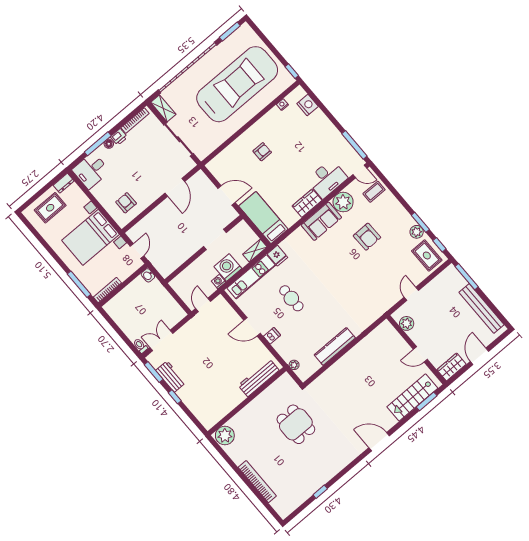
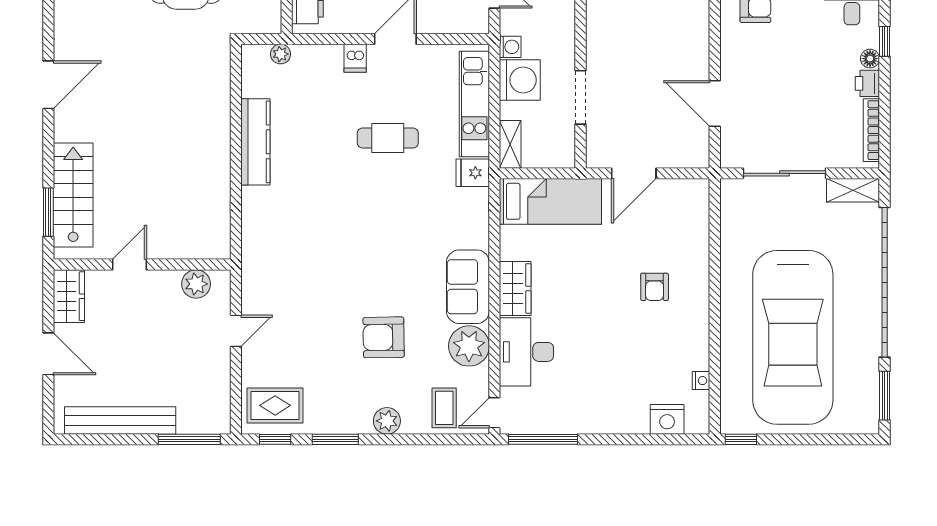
window: (98, 144) -> (885, 41), width x0.46
plant: (417, 232) -> (387, 421), moved
door: (411, 294) -> (236, 331), hinge flipped

